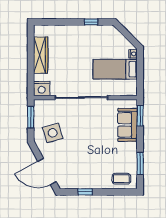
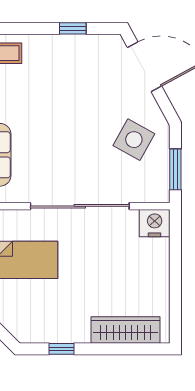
wardrobe: (41, 55) -> (126, 330), moved, turned 90
side table: (53, 133) -> (134, 140), turned 45

